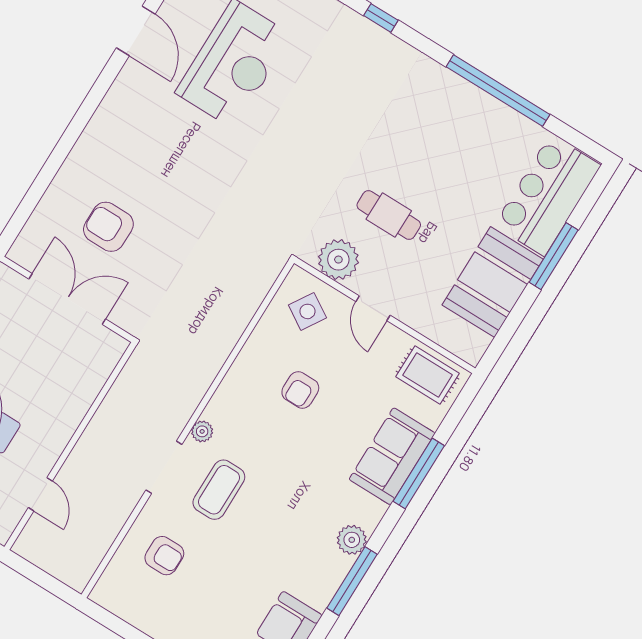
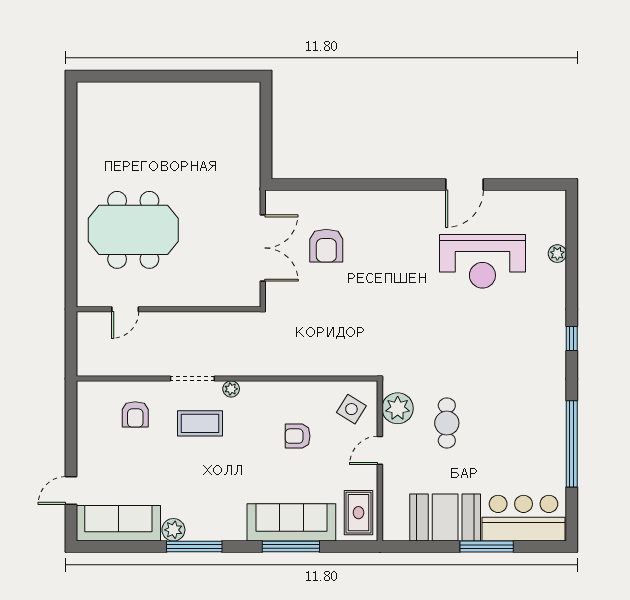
armchair: (108, 227) -> (326, 246), turned 180
sofa: (392, 456) -> (291, 522), width x1.36
plant: (352, 540) -> (173, 530), moved

